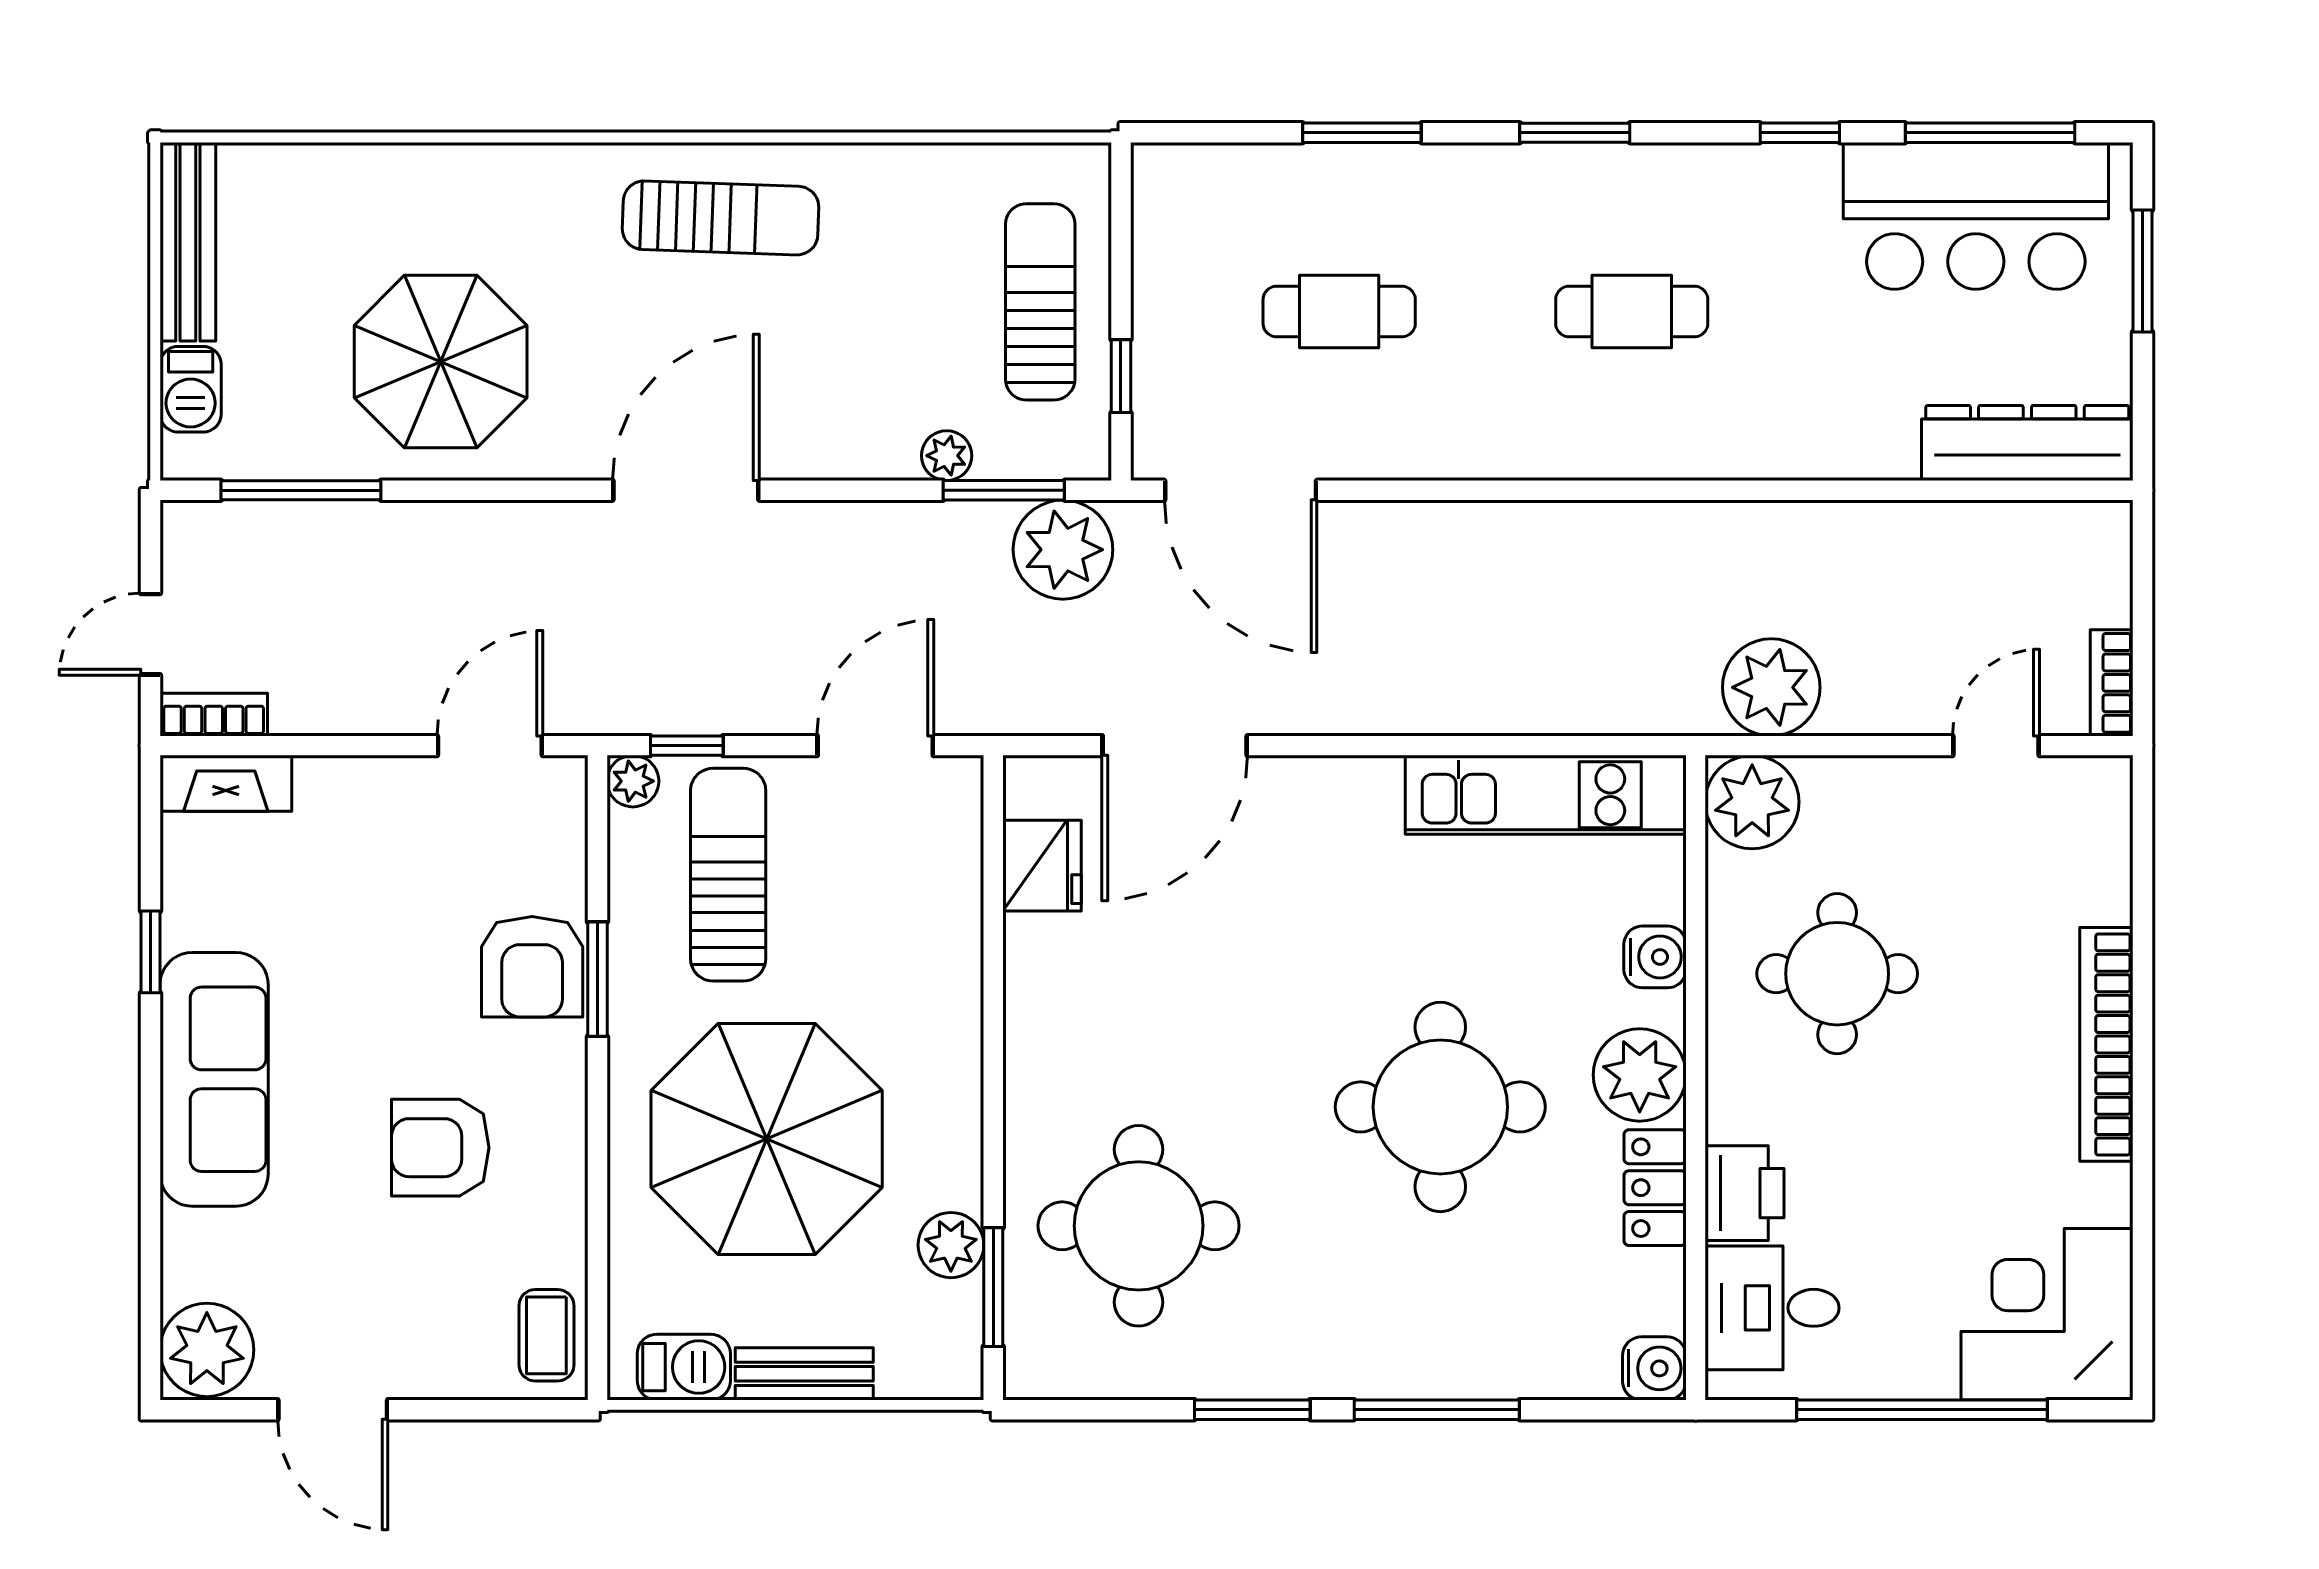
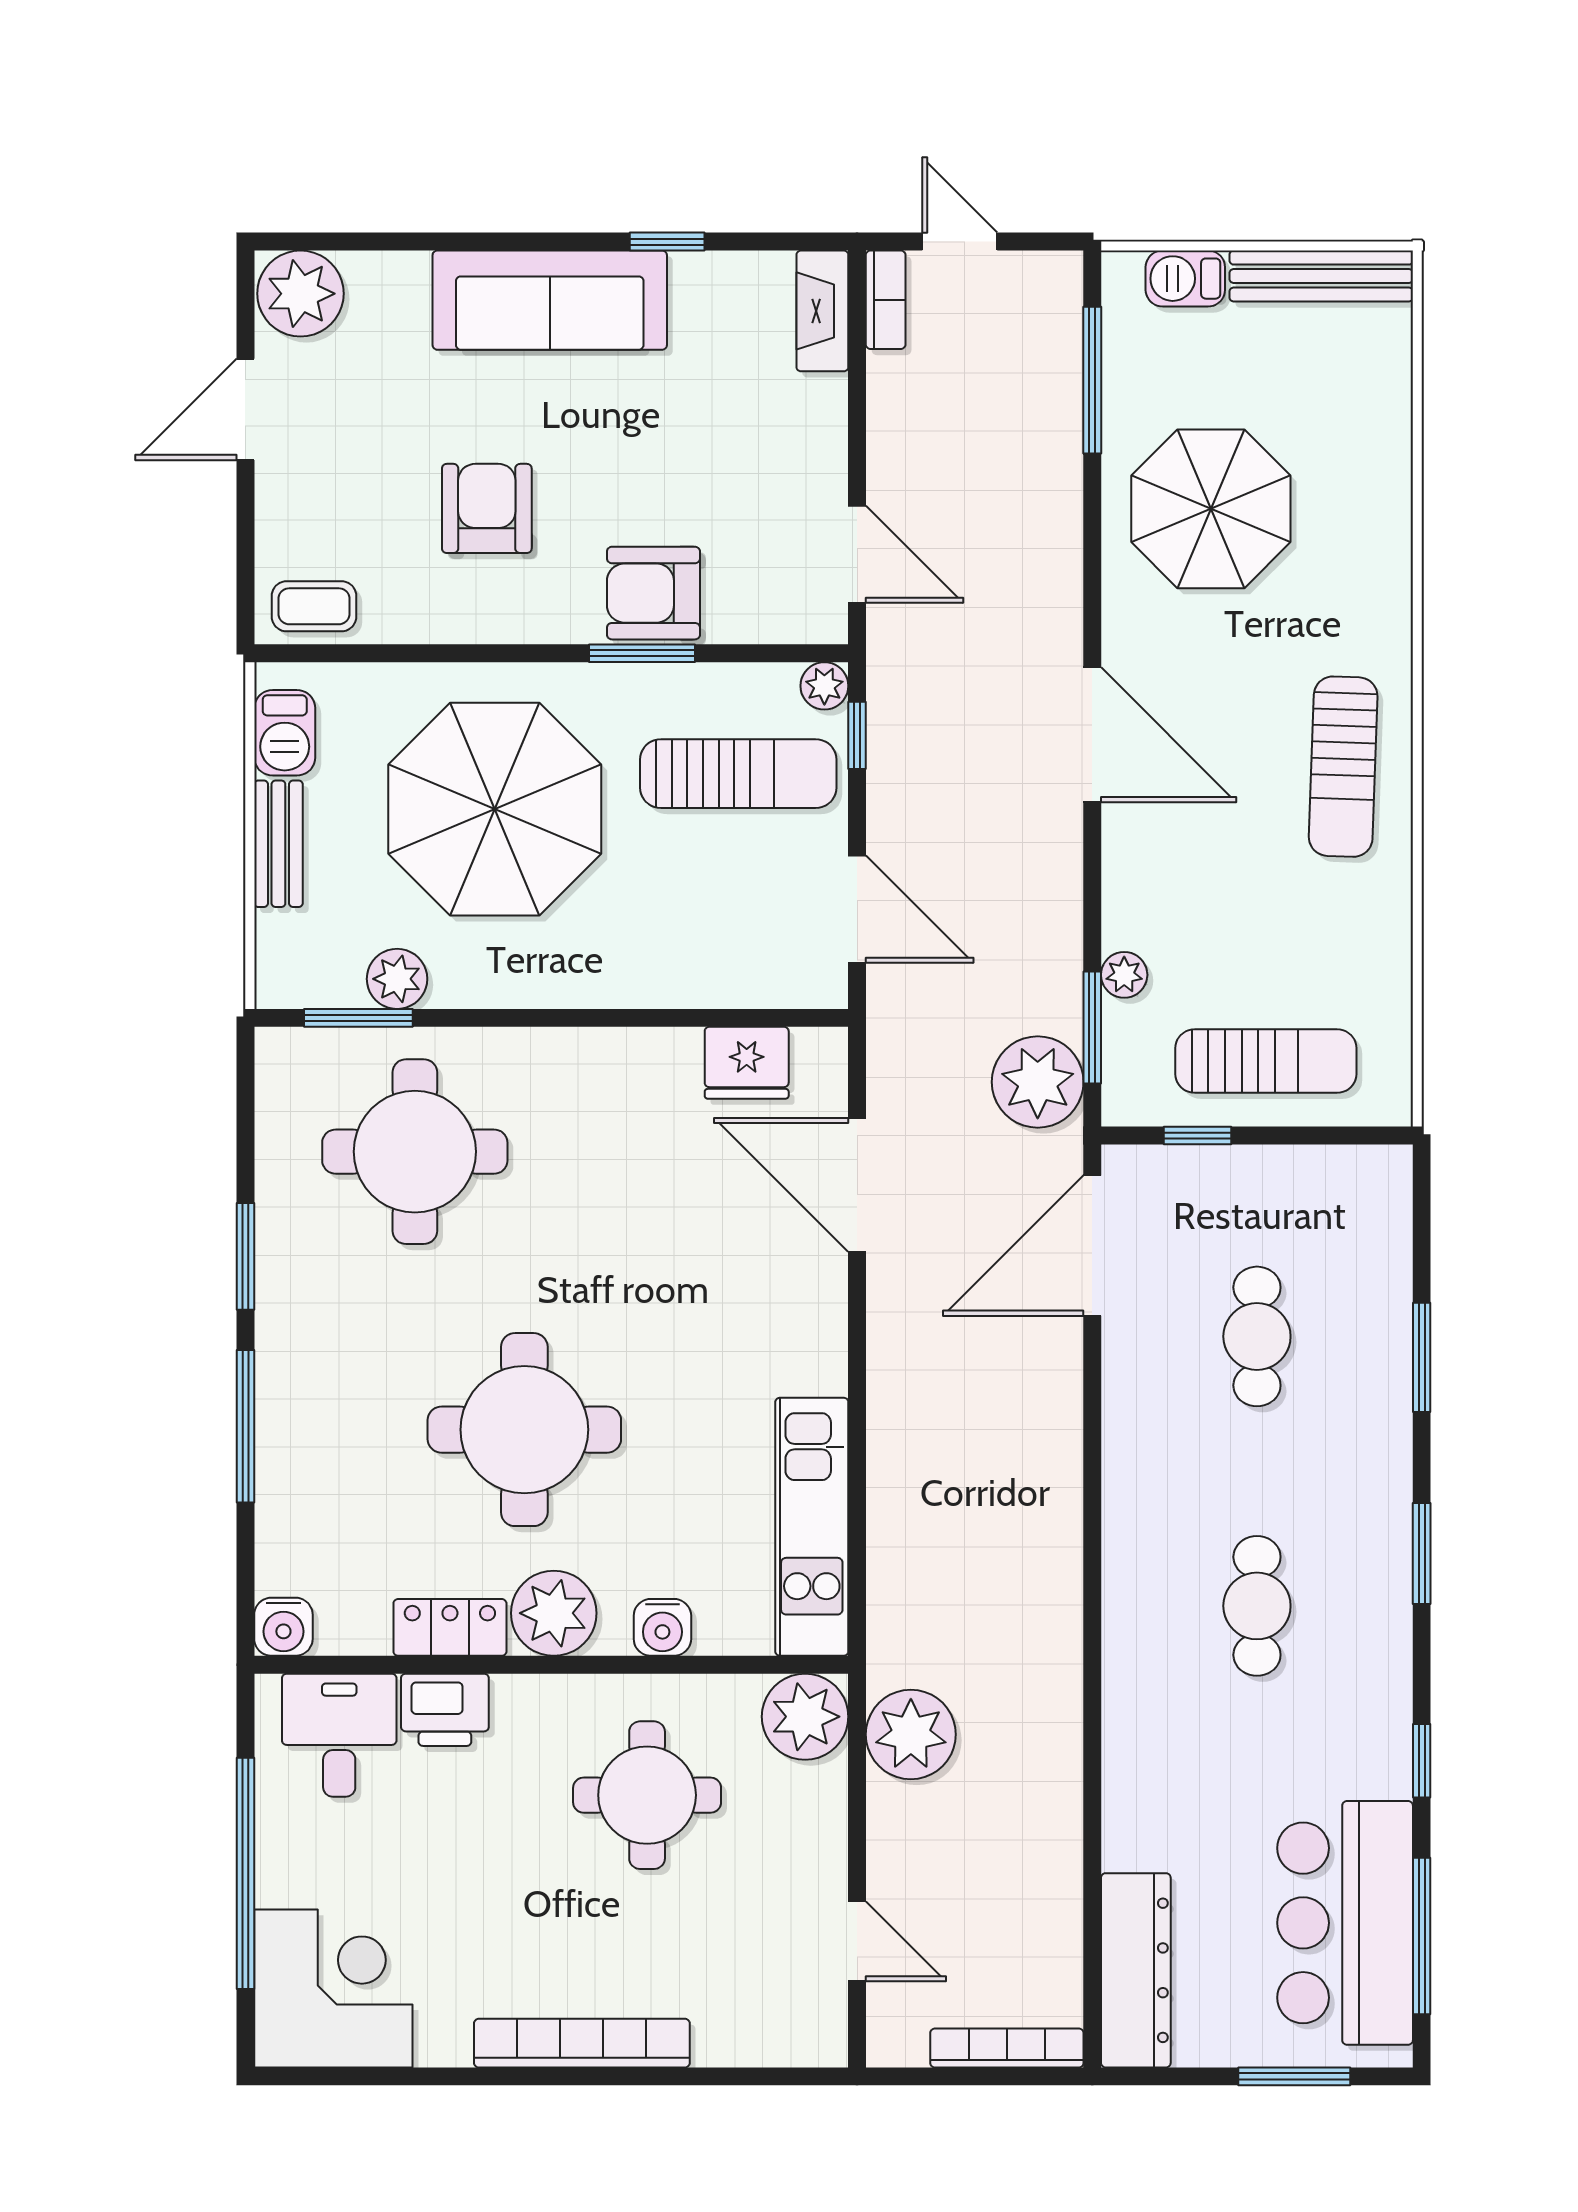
bookcase: (2112, 683) -> (1007, 2048), moved, width x1.56

